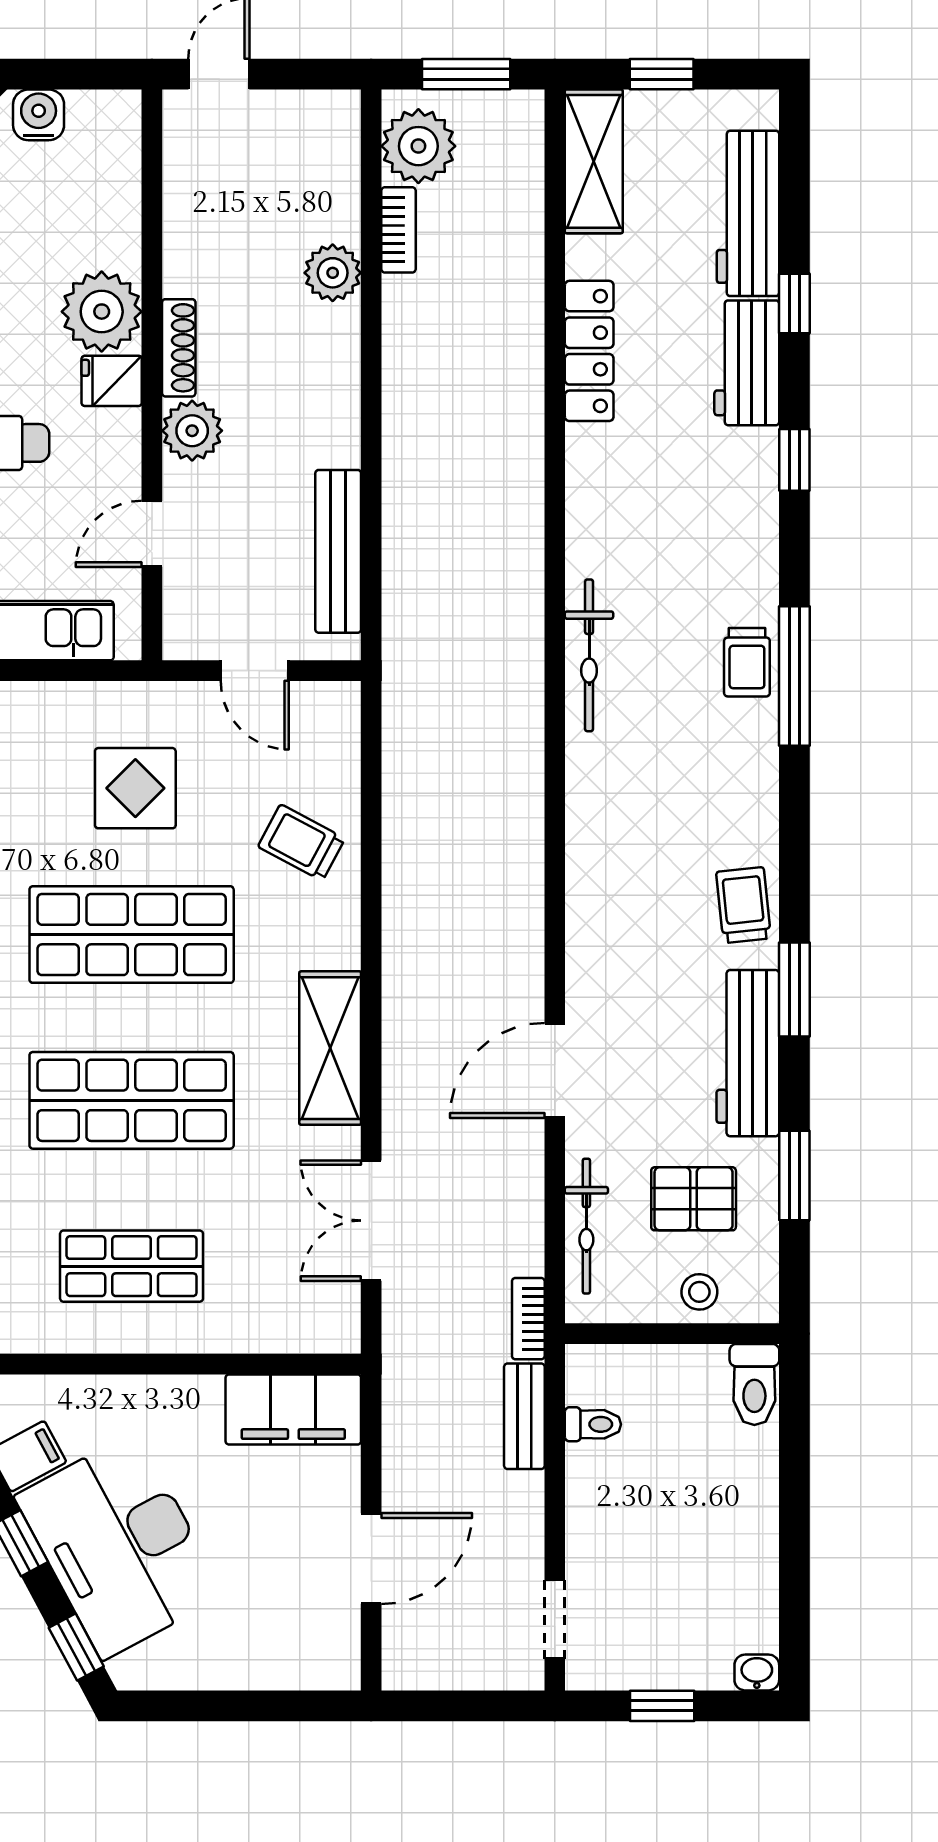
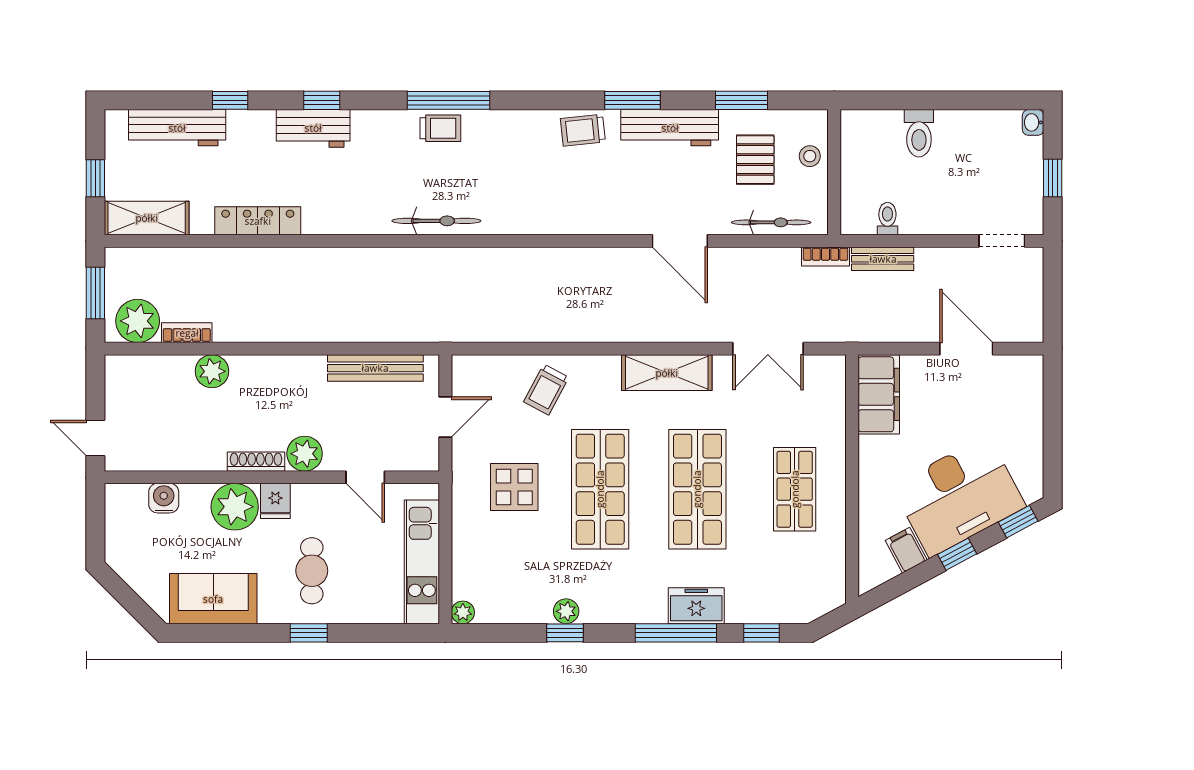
water cooler: (39, 115) -> (164, 498), moved, turned 90
workbench: (747, 363) -> (313, 128), moved
toilet: (754, 1384) -> (919, 133), moved, turned 90

